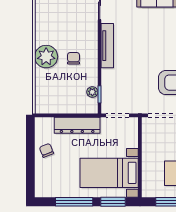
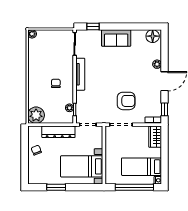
plant: (46, 57) -> (36, 115), moved
window: (74, 202) -> (56, 187), width x0.69
window: (113, 202) -> (84, 187), removed

